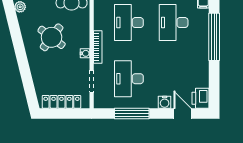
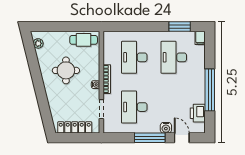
round table: (52, 37) -> (66, 70), turned -37
window: (214, 37) -> (210, 90), moved
printer: (201, 98) -> (198, 113), moved
window: (132, 114) -> (150, 138), moved

